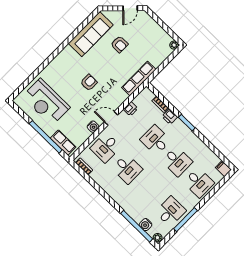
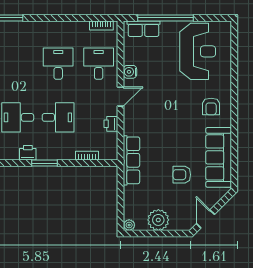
plant: (156, 32) -> (158, 220), added
armchair: (89, 83) -> (211, 106), moved
reception desk: (46, 102) -> (198, 51), turned 90
printer: (170, 117) -> (28, 153), moved
desk: (127, 169) -> (58, 64), turned 90

